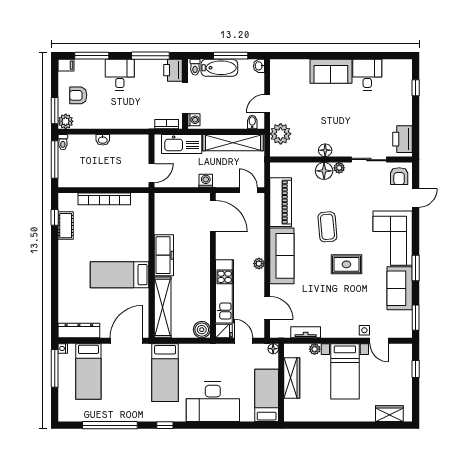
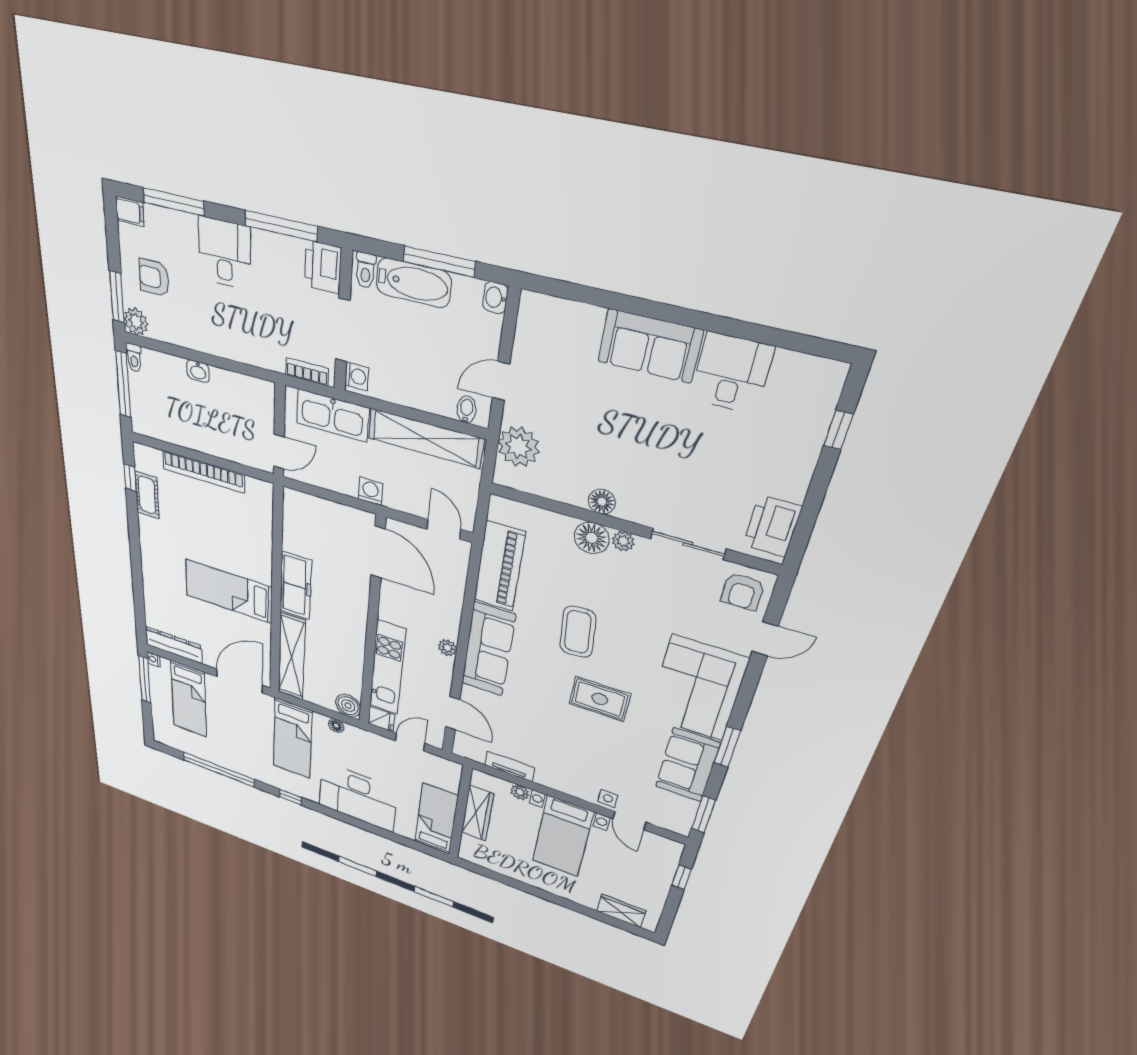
door: (244, 341) -> (410, 742), hinge flipped
floor lamp: (273, 349) -> (336, 726), moved

